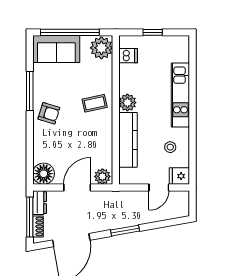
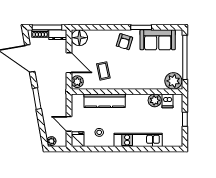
sofa: (56, 49) -> (158, 40), moved, turned -90
window: (30, 91) -> (141, 27), width x0.69
coffee table: (95, 103) -> (103, 71), moved
plant: (127, 103) -> (155, 100), moved
plant: (182, 211) -> (51, 141), added

